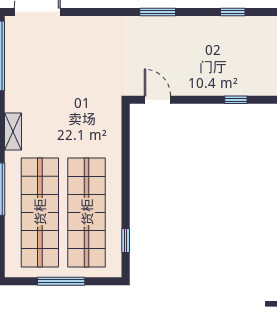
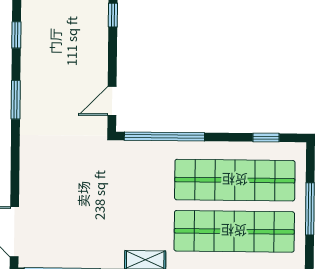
window: (233, 12) -> (16, 35), moved
window: (126, 148) -> (164, 137), added

